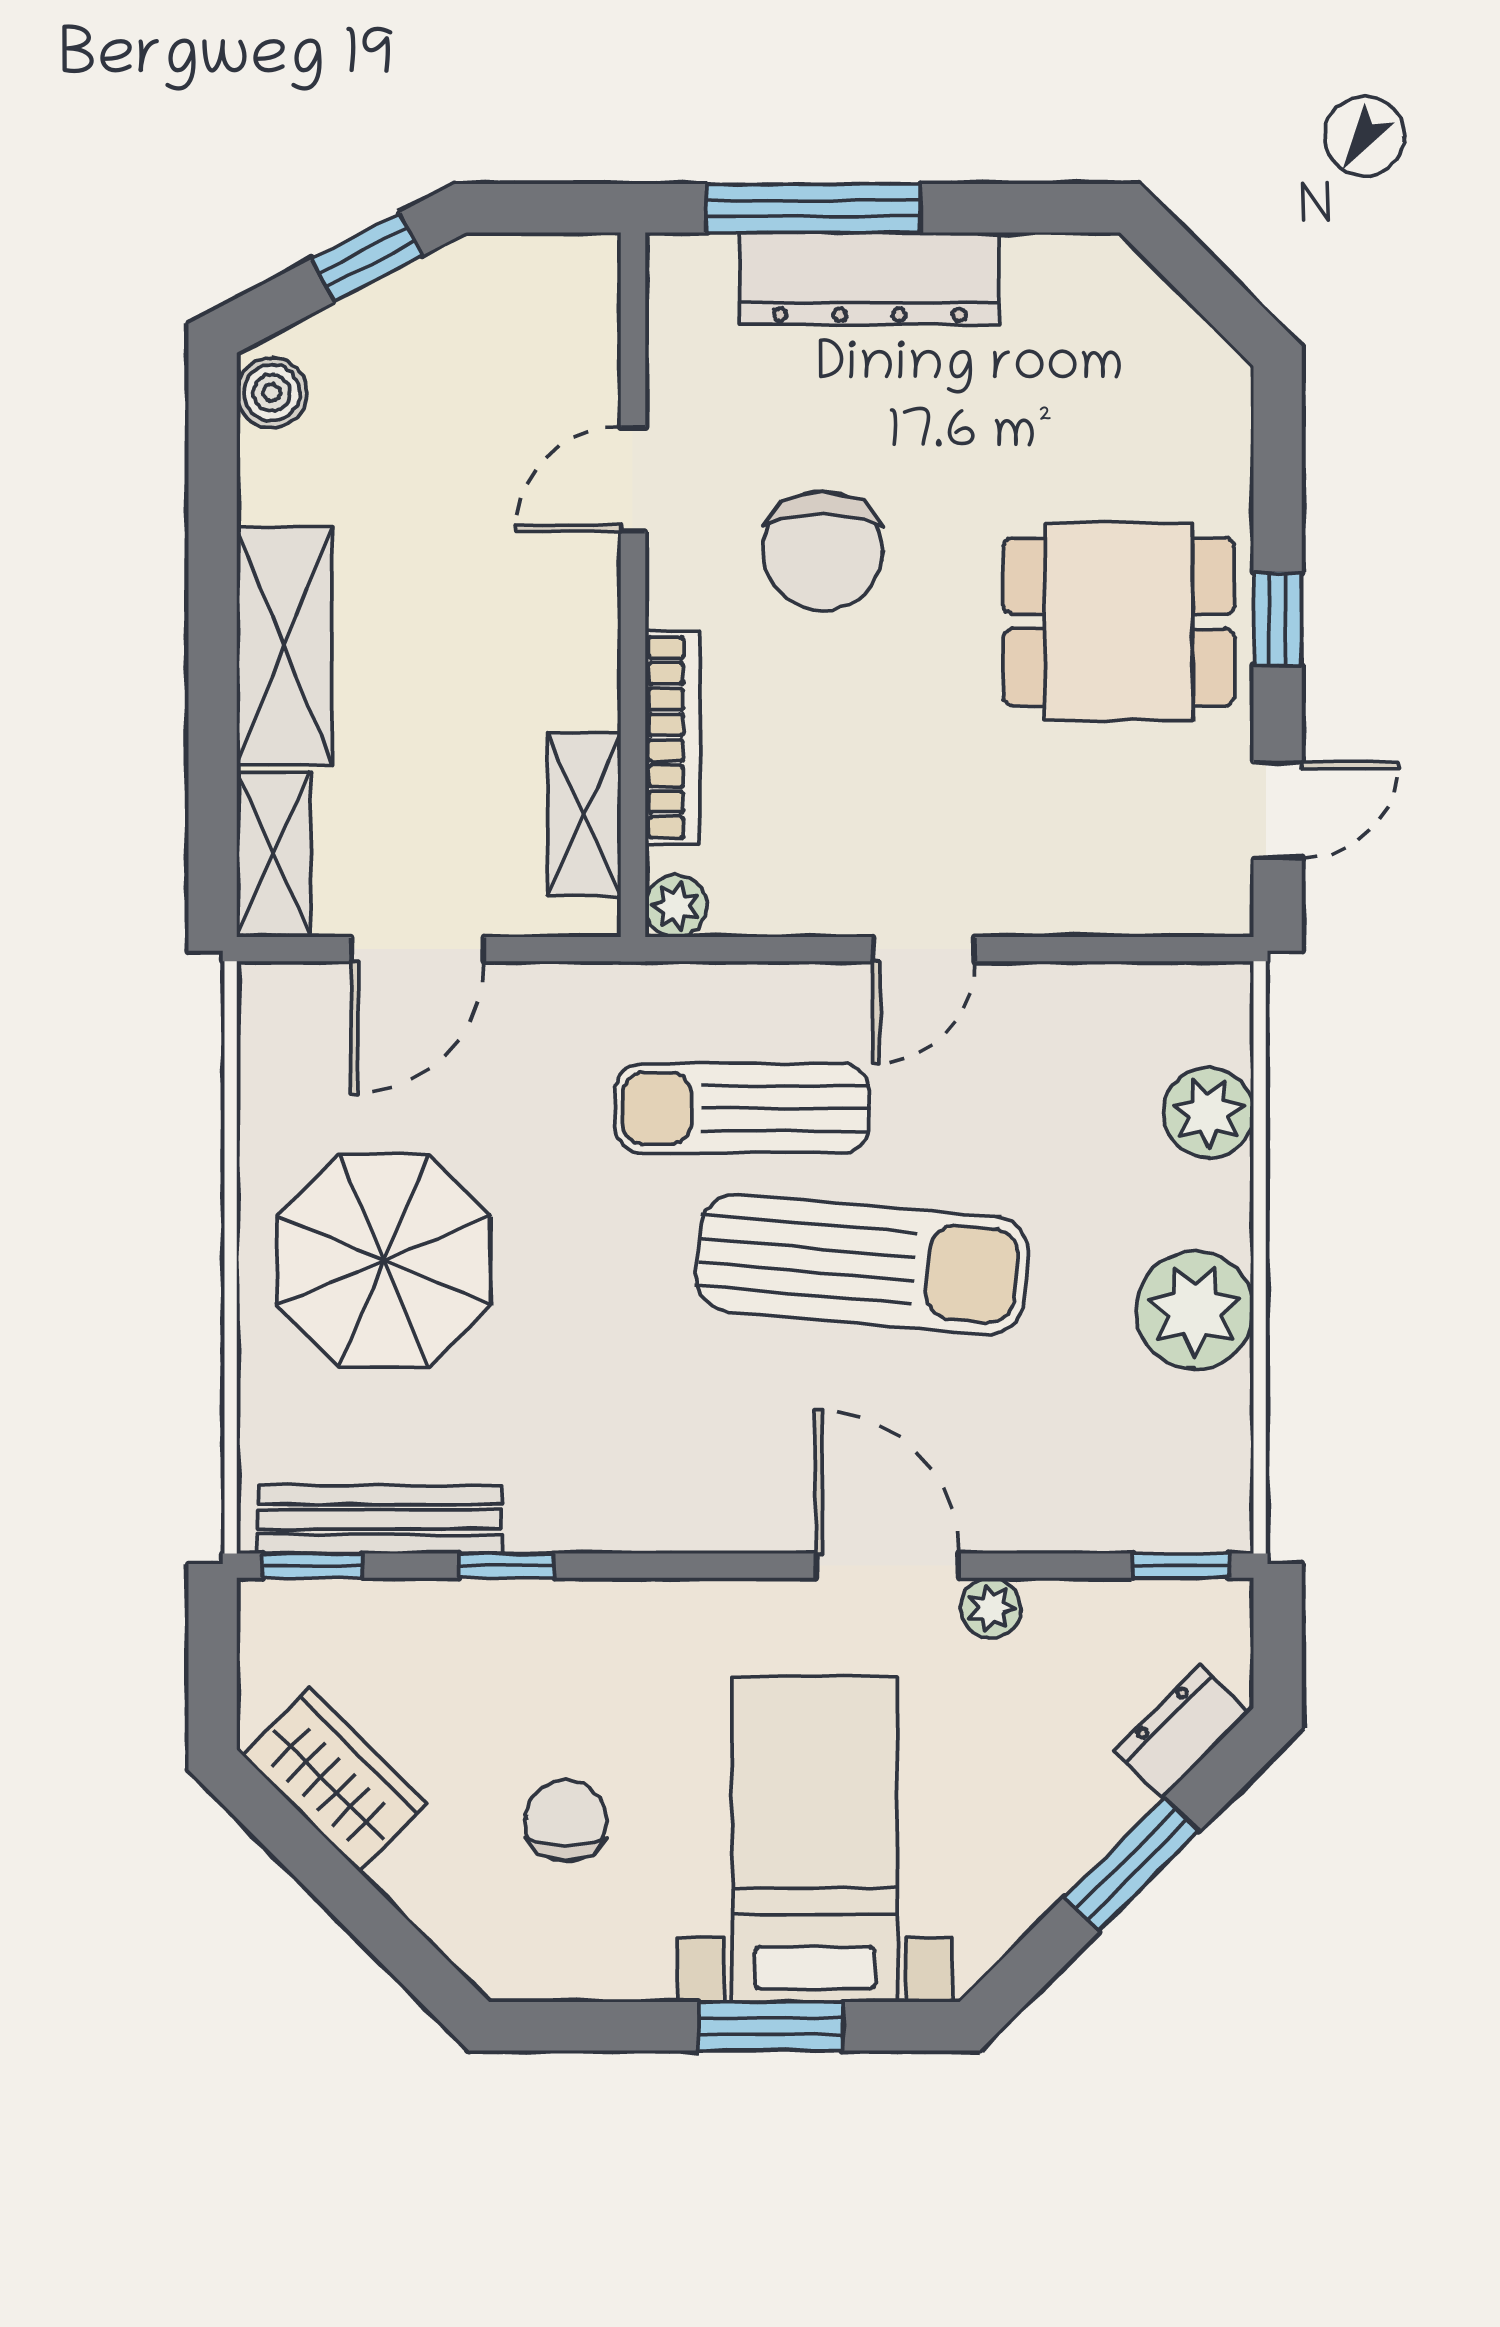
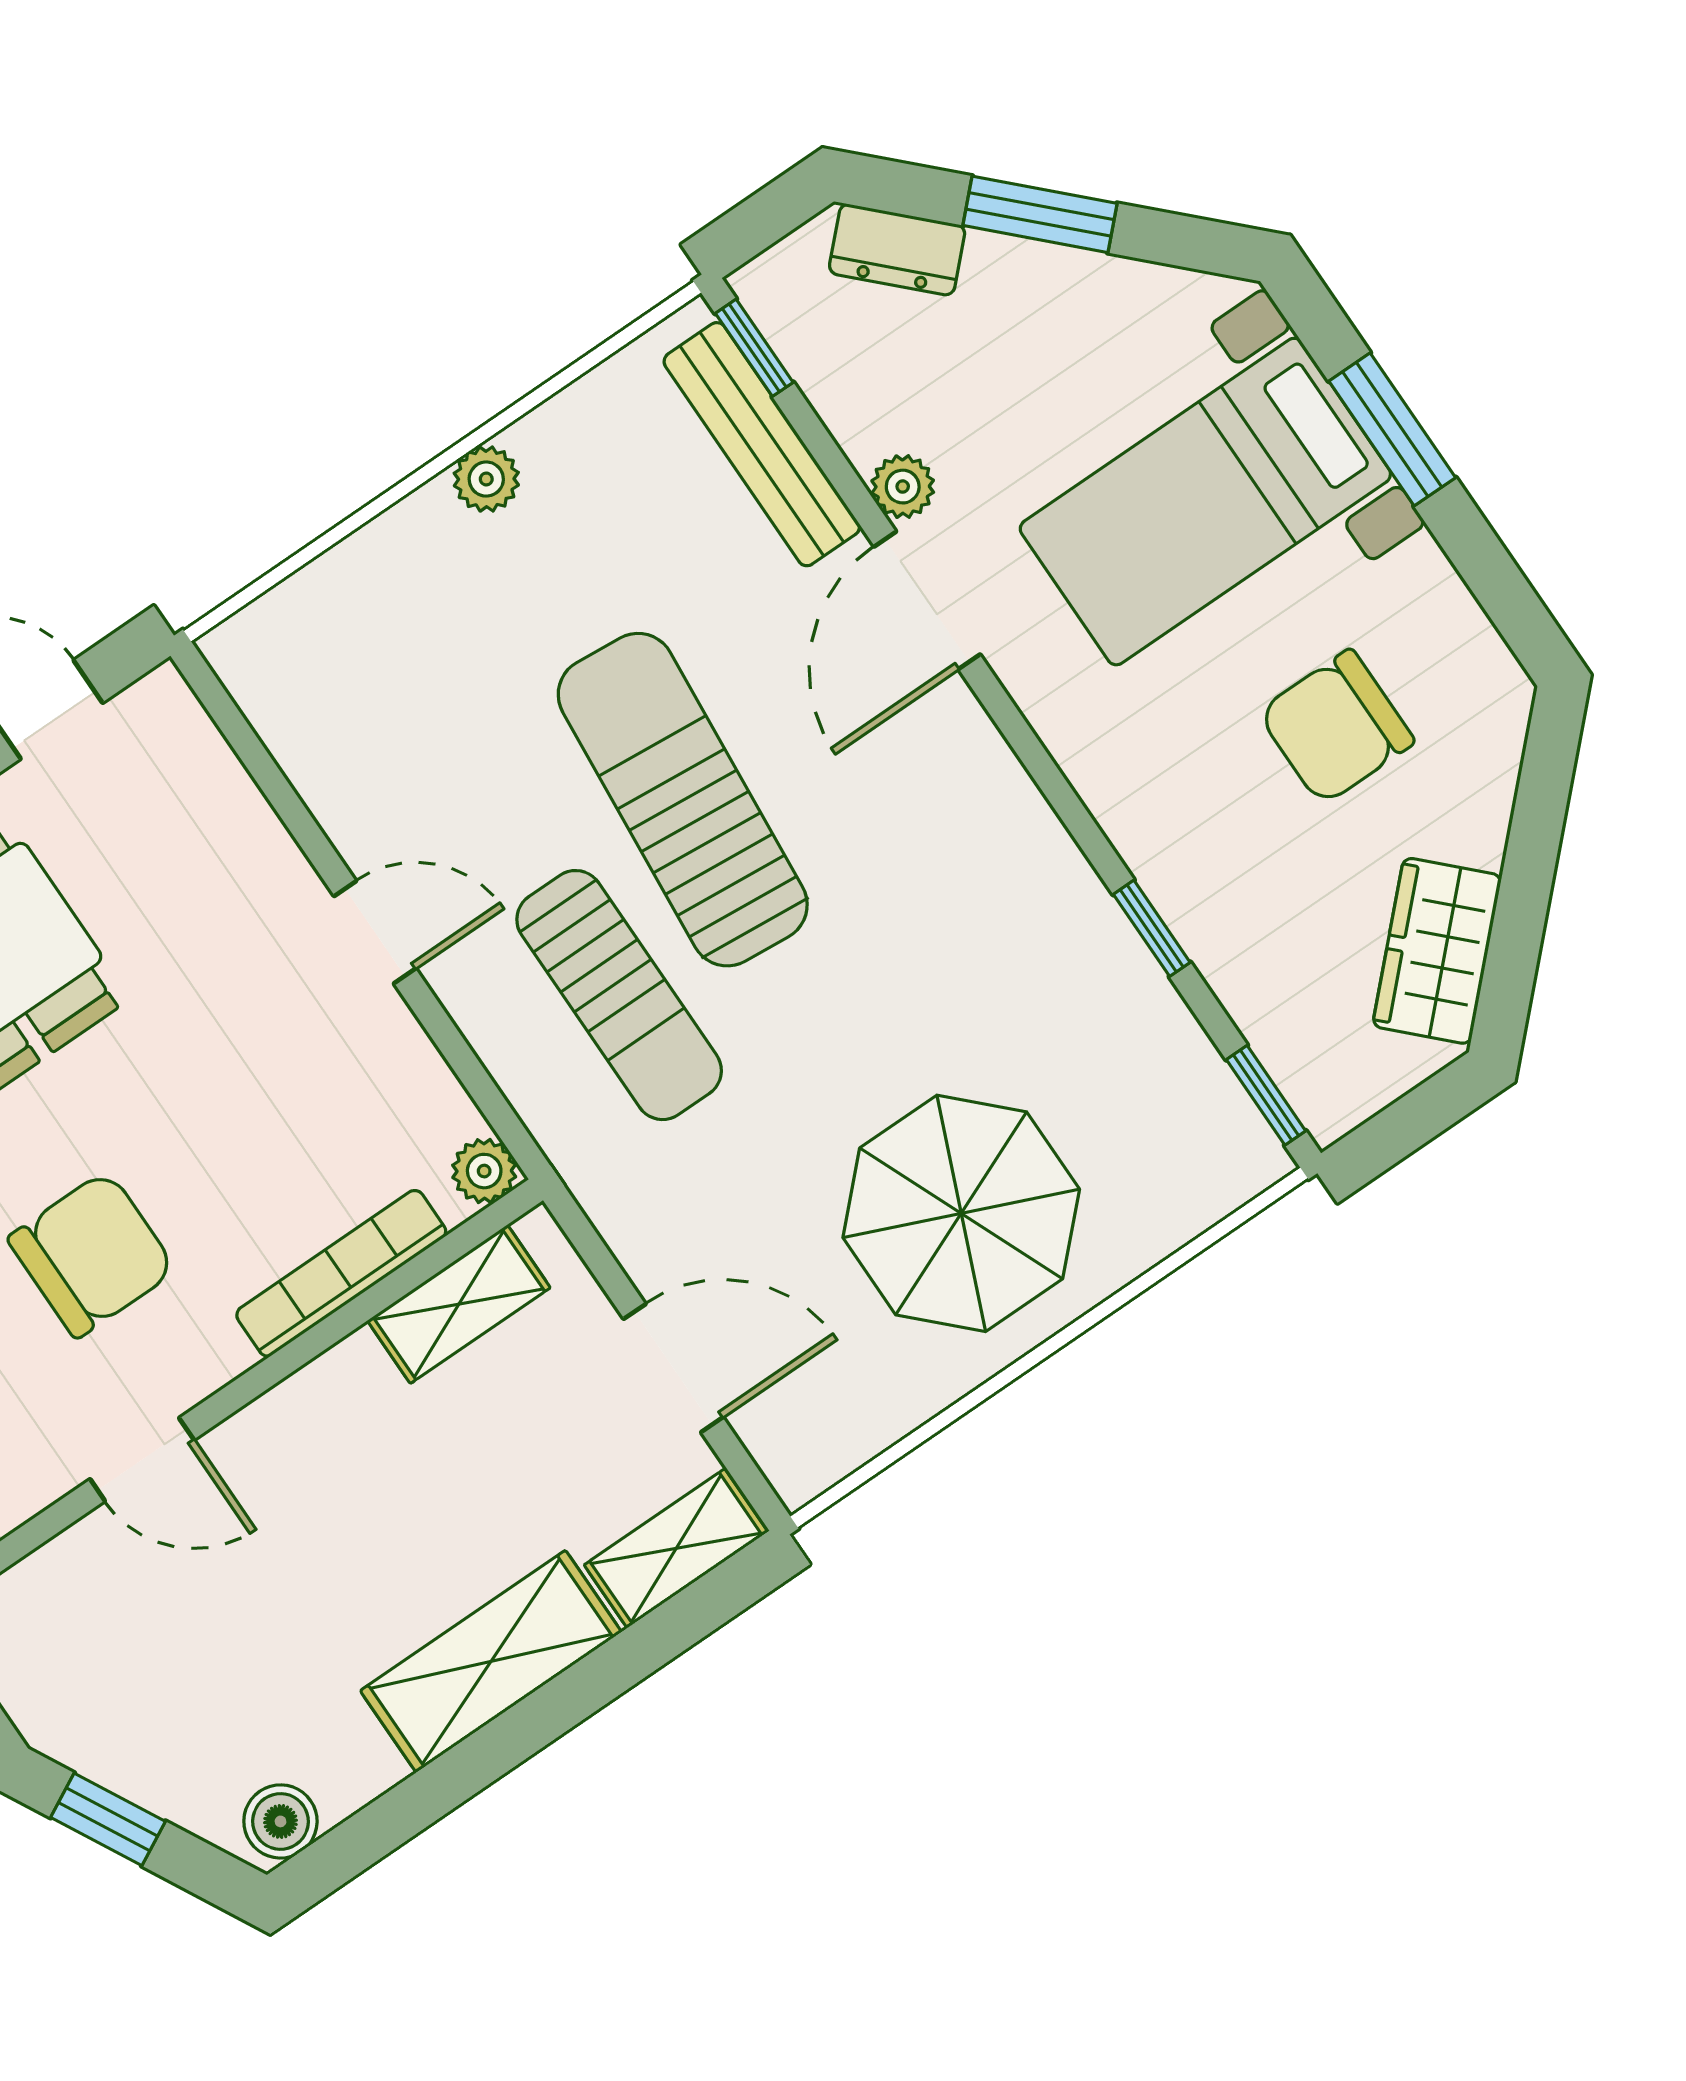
plant: (1208, 1113) -> (348, 591), removed
plant: (1195, 1310) -> (486, 479), width x0.53, depth x0.53
bench: (380, 1519) -> (762, 444), moved
chair: (566, 1821) -> (1336, 727), width x1.37, depth x1.37

